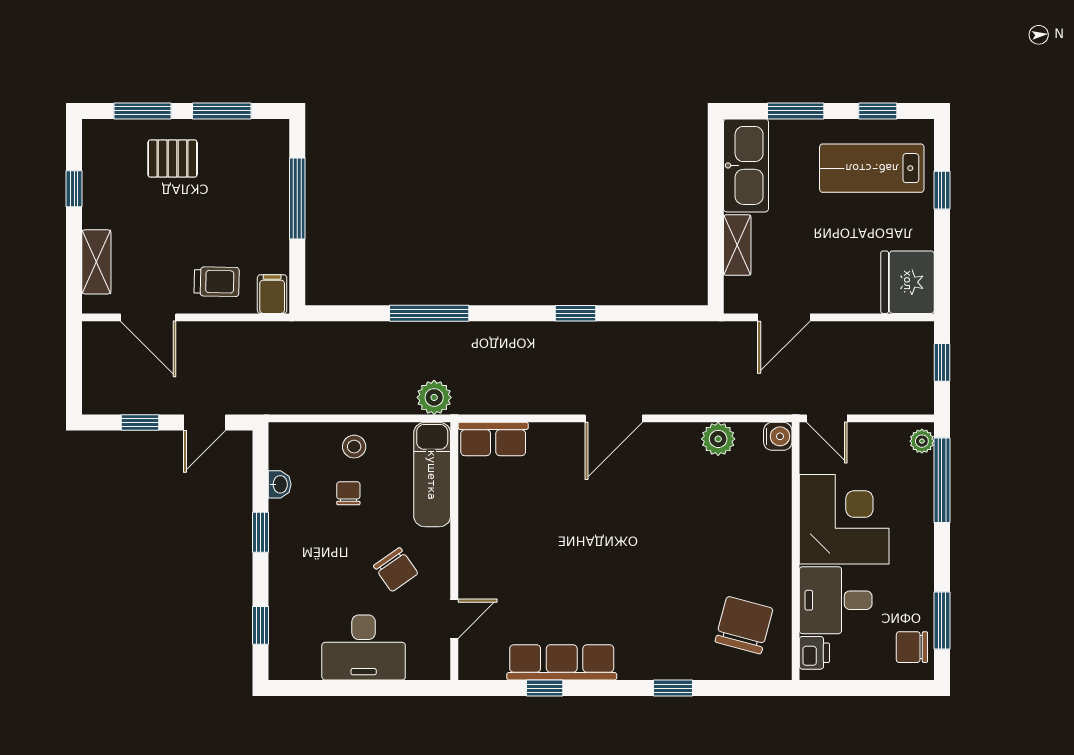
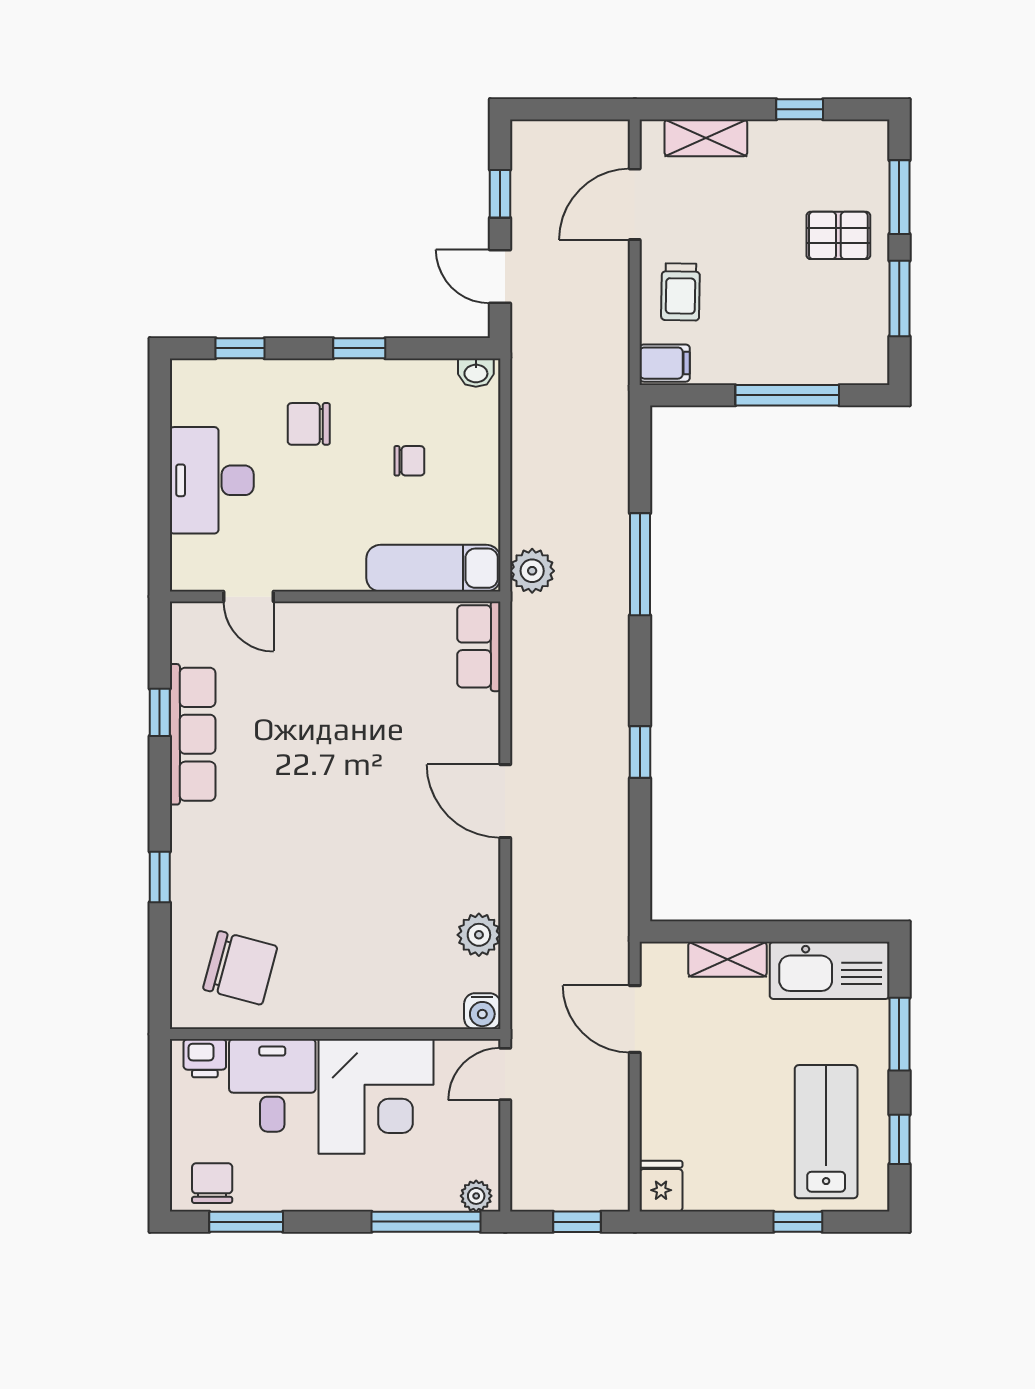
pallet: (173, 159) -> (838, 235), turned 90
fridge: (908, 282) -> (661, 1186), width x0.53, depth x0.75
stool: (354, 447) -> (469, 468), removed
washbasin: (280, 484) -> (476, 373), moved
chair: (396, 570) -> (309, 424), moved, turned 35

